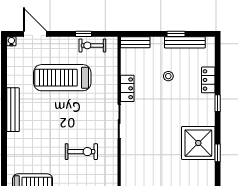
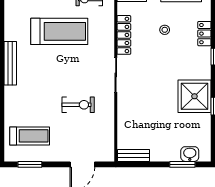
treadmill: (62, 78) -> (59, 31), turned 180
locker: (127, 88) -> (124, 35), width x1.53

